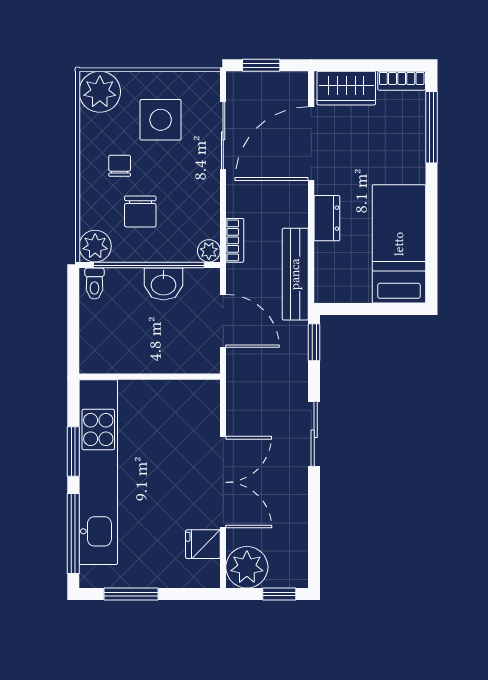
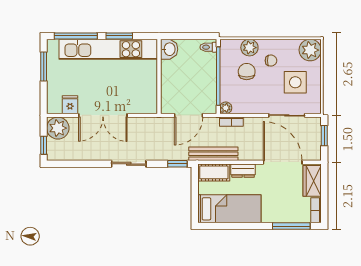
chair: (140, 211) -> (247, 72), turned 90
plant: (95, 246) -> (249, 48), moved
cot: (330, 273) -> (214, 172), added
washbasin: (164, 284) -> (169, 49), moved, turned 180

